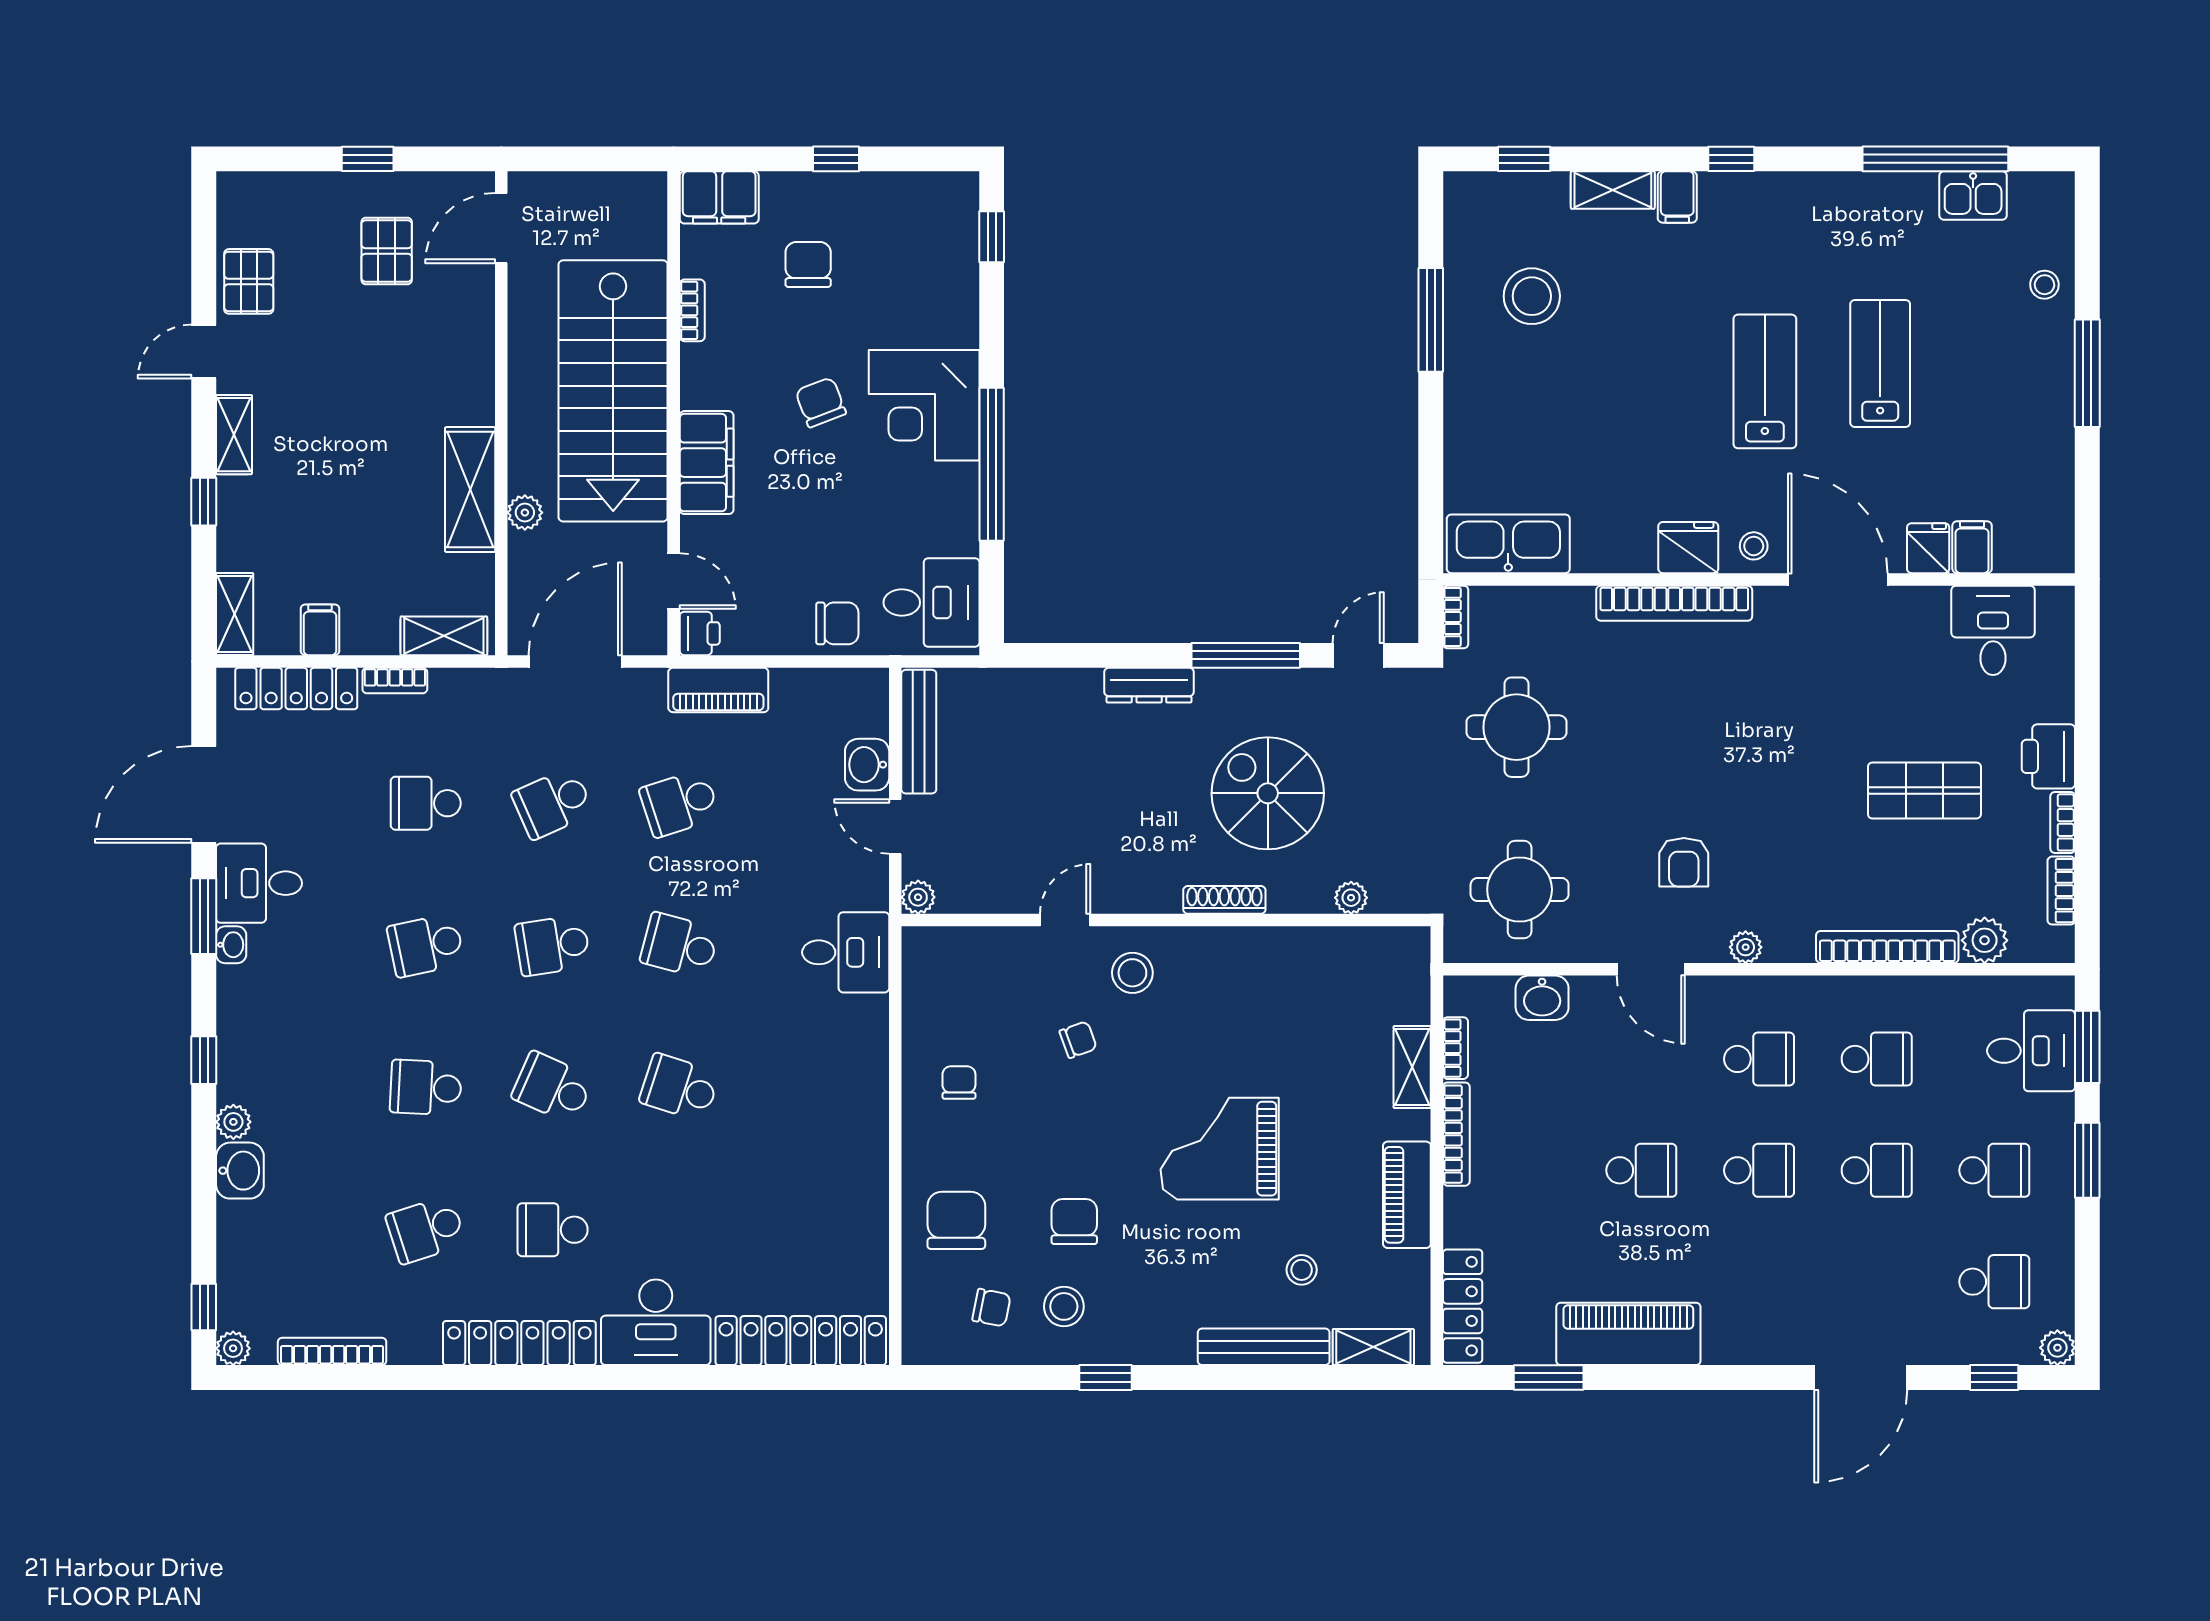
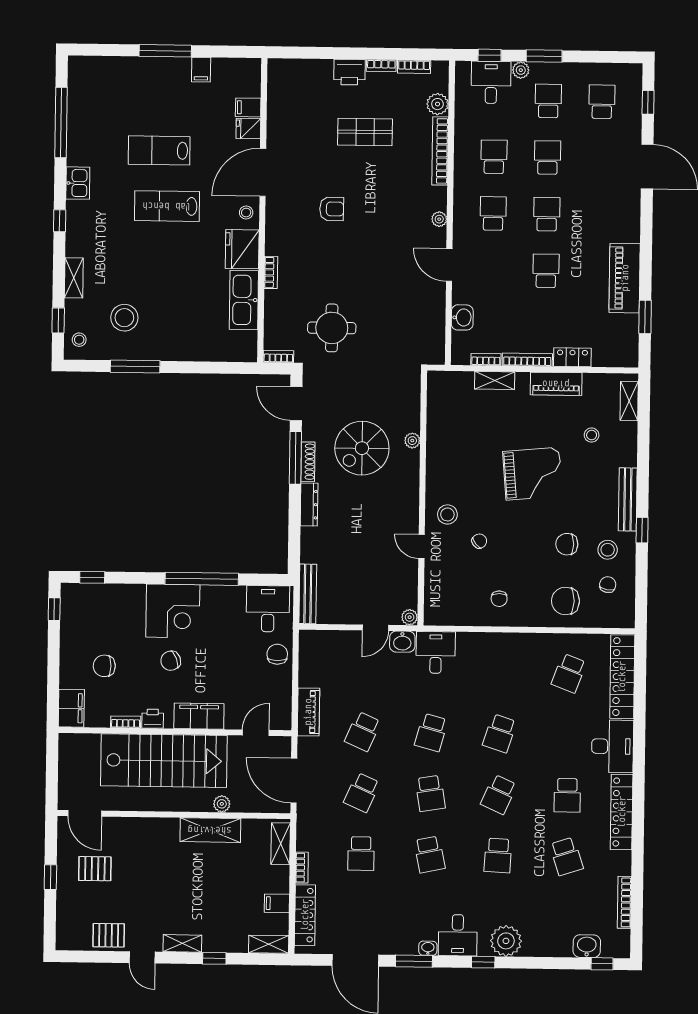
window: (836, 159) -> (54, 609), moved
kitchen sink: (1973, 196) -> (78, 183), moved
filing cabinet: (1677, 197) -> (201, 70), moved, turned 90
stool: (2044, 285) -> (79, 340), moved
kitchen sink: (1508, 544) -> (244, 300), moved
fridge: (1688, 548) -> (242, 249), width x1.36, depth x1.34
bookcase: (1674, 603) -> (271, 272), width x0.43, depth x0.76
desk: (1993, 630) -> (288, 98), removed
printer: (700, 633) -> (153, 719), moved
door: (1358, 655) -> (296, 404), width x1.38
bench: (919, 732) -> (308, 594), moved, turned 90
washbasin: (867, 765) -> (402, 642), moved
shop shelf: (1924, 790) -> (365, 132), turned 90
school desk: (553, 803) -> (362, 792), turned 48
school desk: (679, 803) -> (363, 731), turned 42
armchair: (1684, 862) -> (332, 209), moved
desk: (259, 883) -> (458, 935), moved
round table: (1520, 890) -> (410, 328), removed
plant: (1351, 898) -> (412, 441), moved
shoe rack: (1224, 900) -> (308, 462), moved, turned 180
door: (1651, 969) -> (449, 265), swing flipped
chair: (1078, 1040) -> (479, 541), turned 72
window: (2087, 1047) -> (490, 55), width x0.67
chair: (959, 1083) -> (499, 599), turned -90
plant: (233, 1122) -> (506, 941), width x1.88, depth x1.88
grand piano: (1220, 1149) -> (533, 474), turned -95
washbasin: (240, 1171) -> (587, 946), moved
school desk: (806, 1230) -> (569, 673), added
locker: (1463, 1306) -> (572, 357), moved, width x0.66
bench: (1264, 1347) -> (628, 499), moved
plant: (233, 1348) -> (622, 950), removed
plant: (2057, 1348) -> (521, 70), moved

